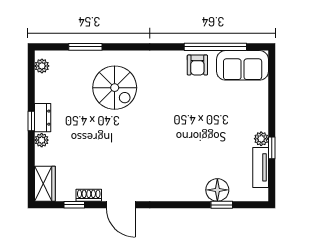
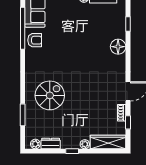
dresser: (43, 118) -> (51, 143), moved
wardrobe: (45, 184) -> (108, 142), width x1.50
floor lamp: (217, 190) -> (118, 47), moved

